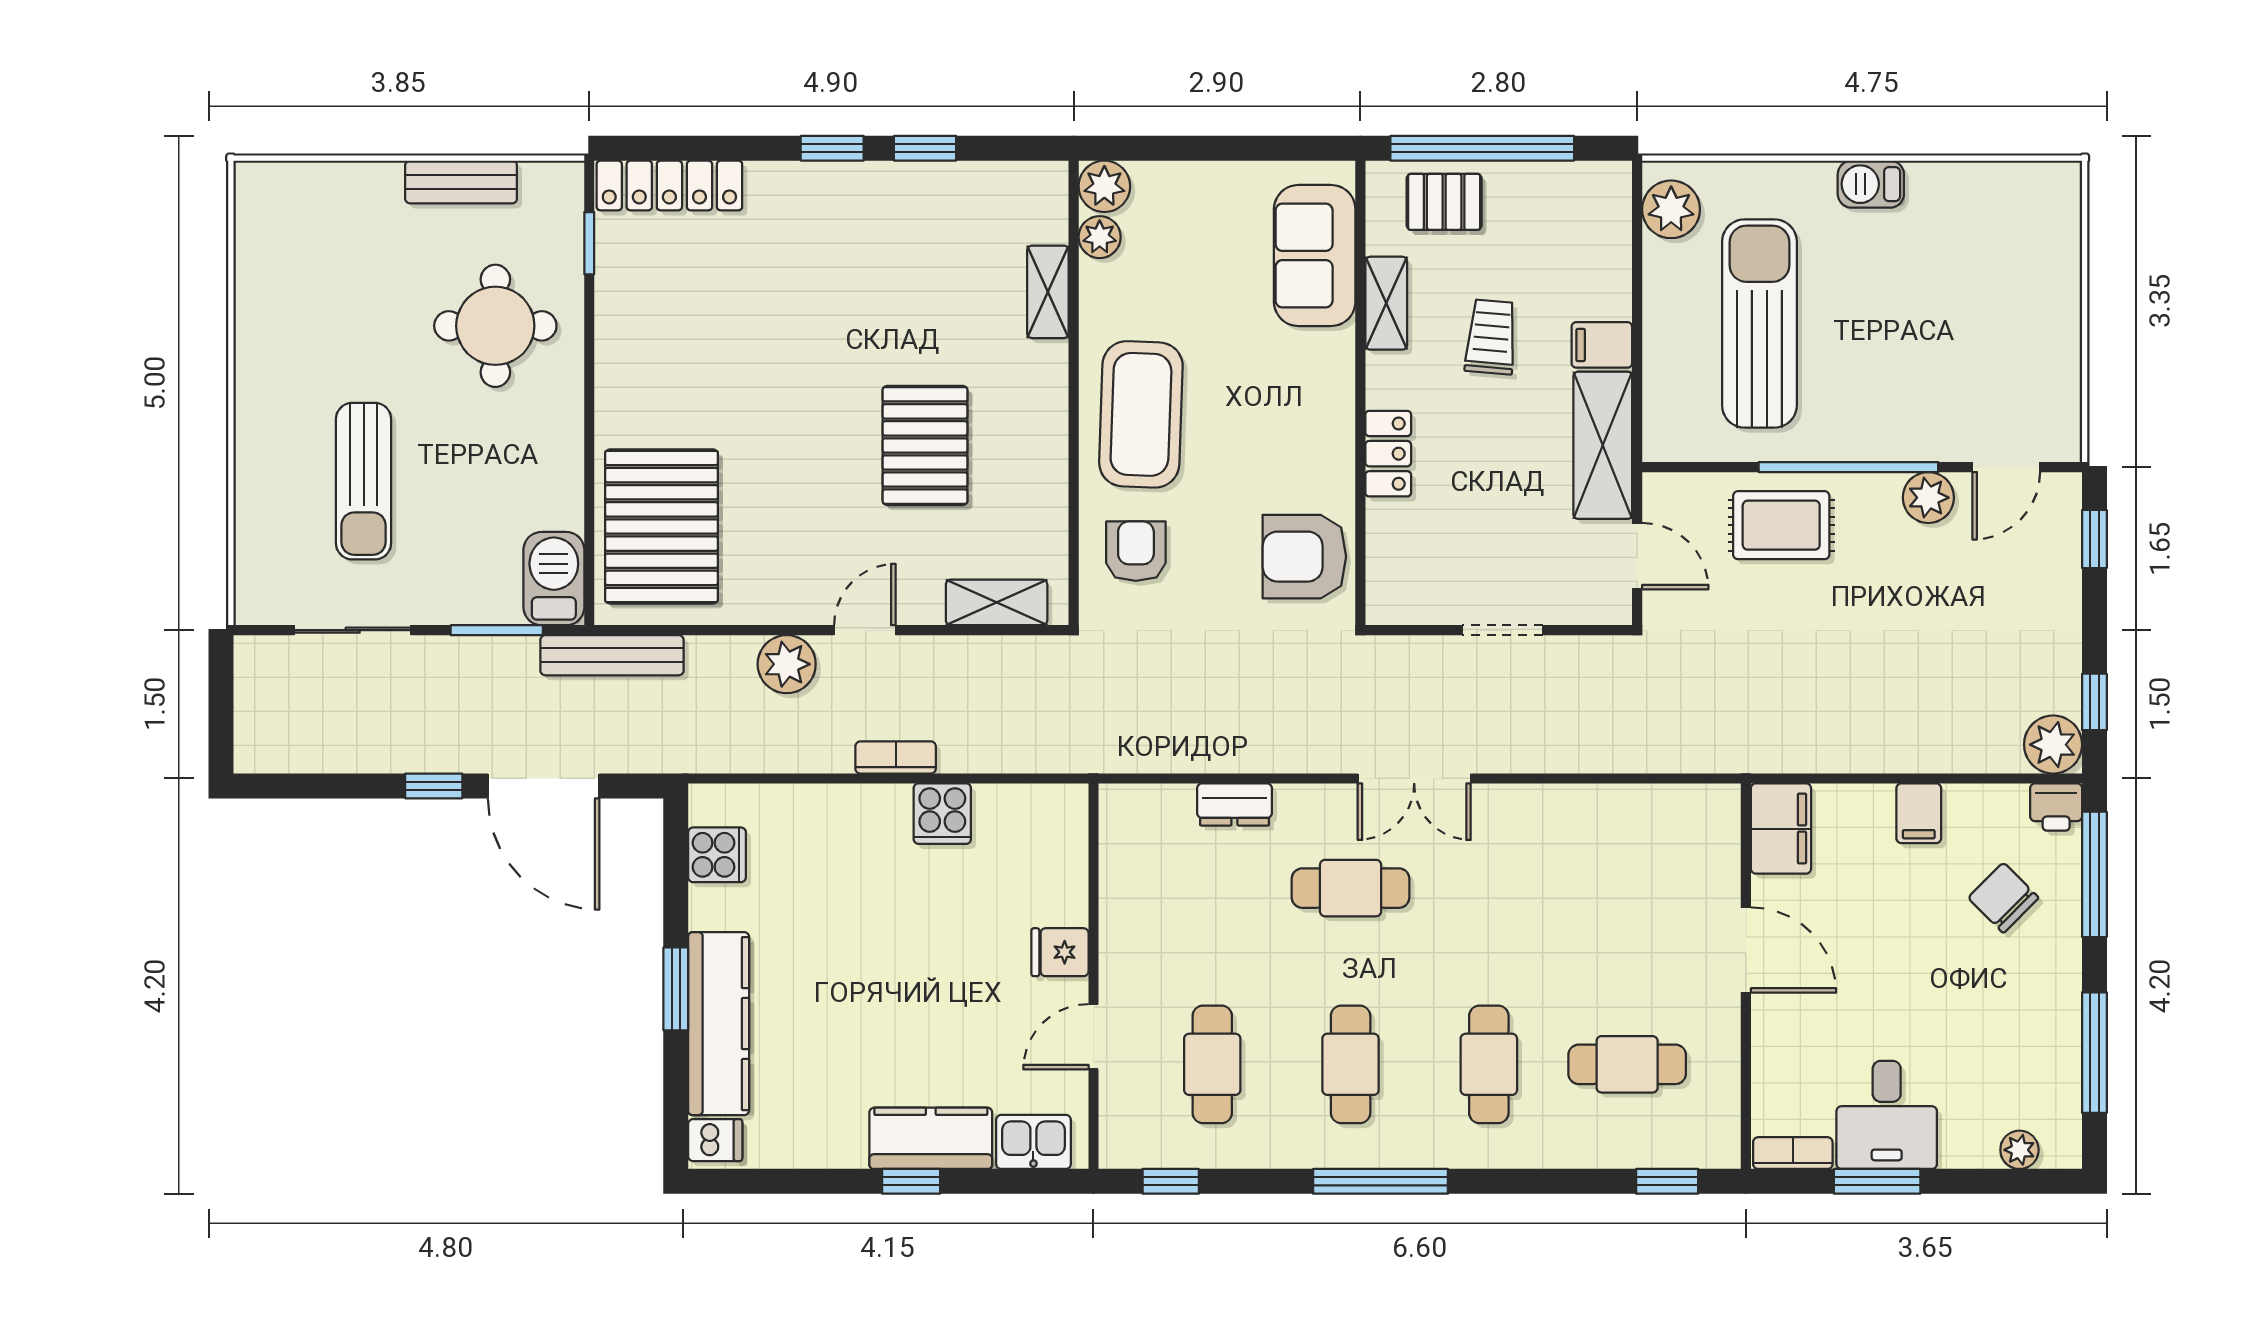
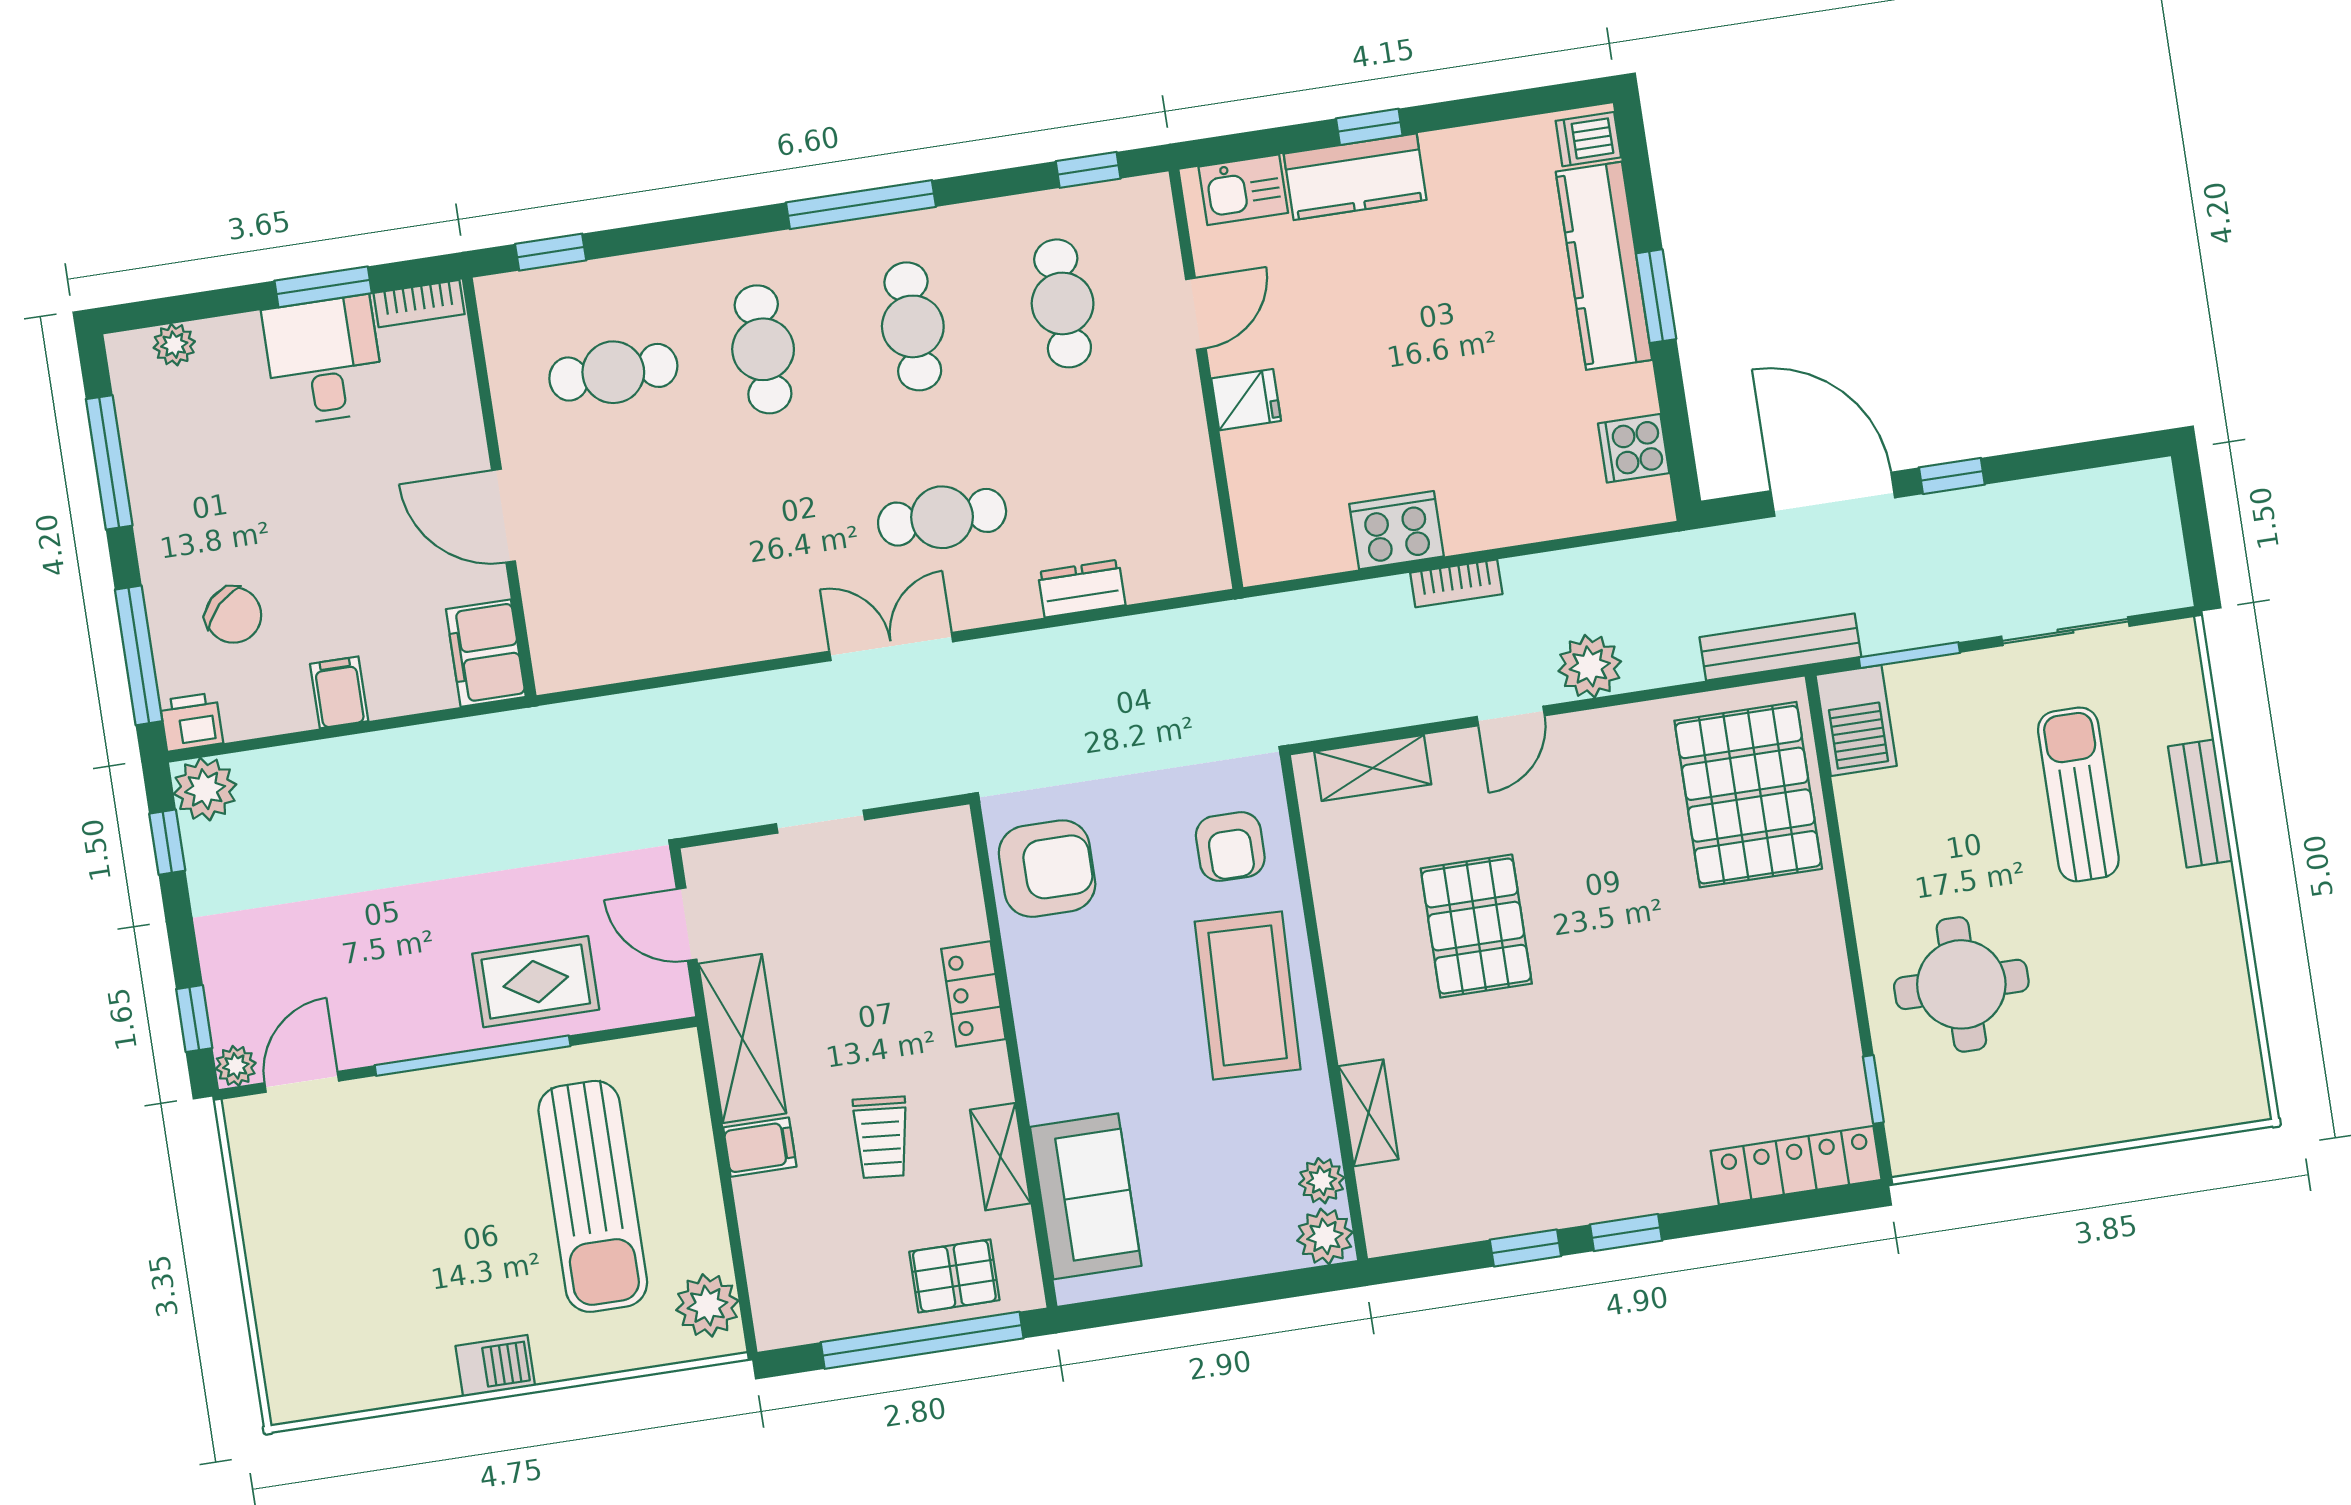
bench: (461, 182) -> (2200, 803), moved, turned 90
plant: (1928, 498) -> (236, 1066), moved, width x0.73, depth x0.73
cooker: (942, 814) -> (1396, 530), width x1.36

